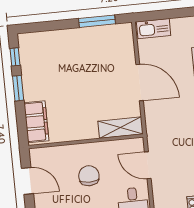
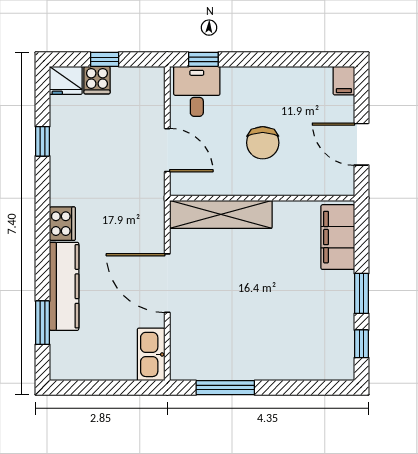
kitchen sink: (154, 29) -> (151, 354), moved, turned -90
shelving: (121, 128) -> (221, 214), width x1.47

